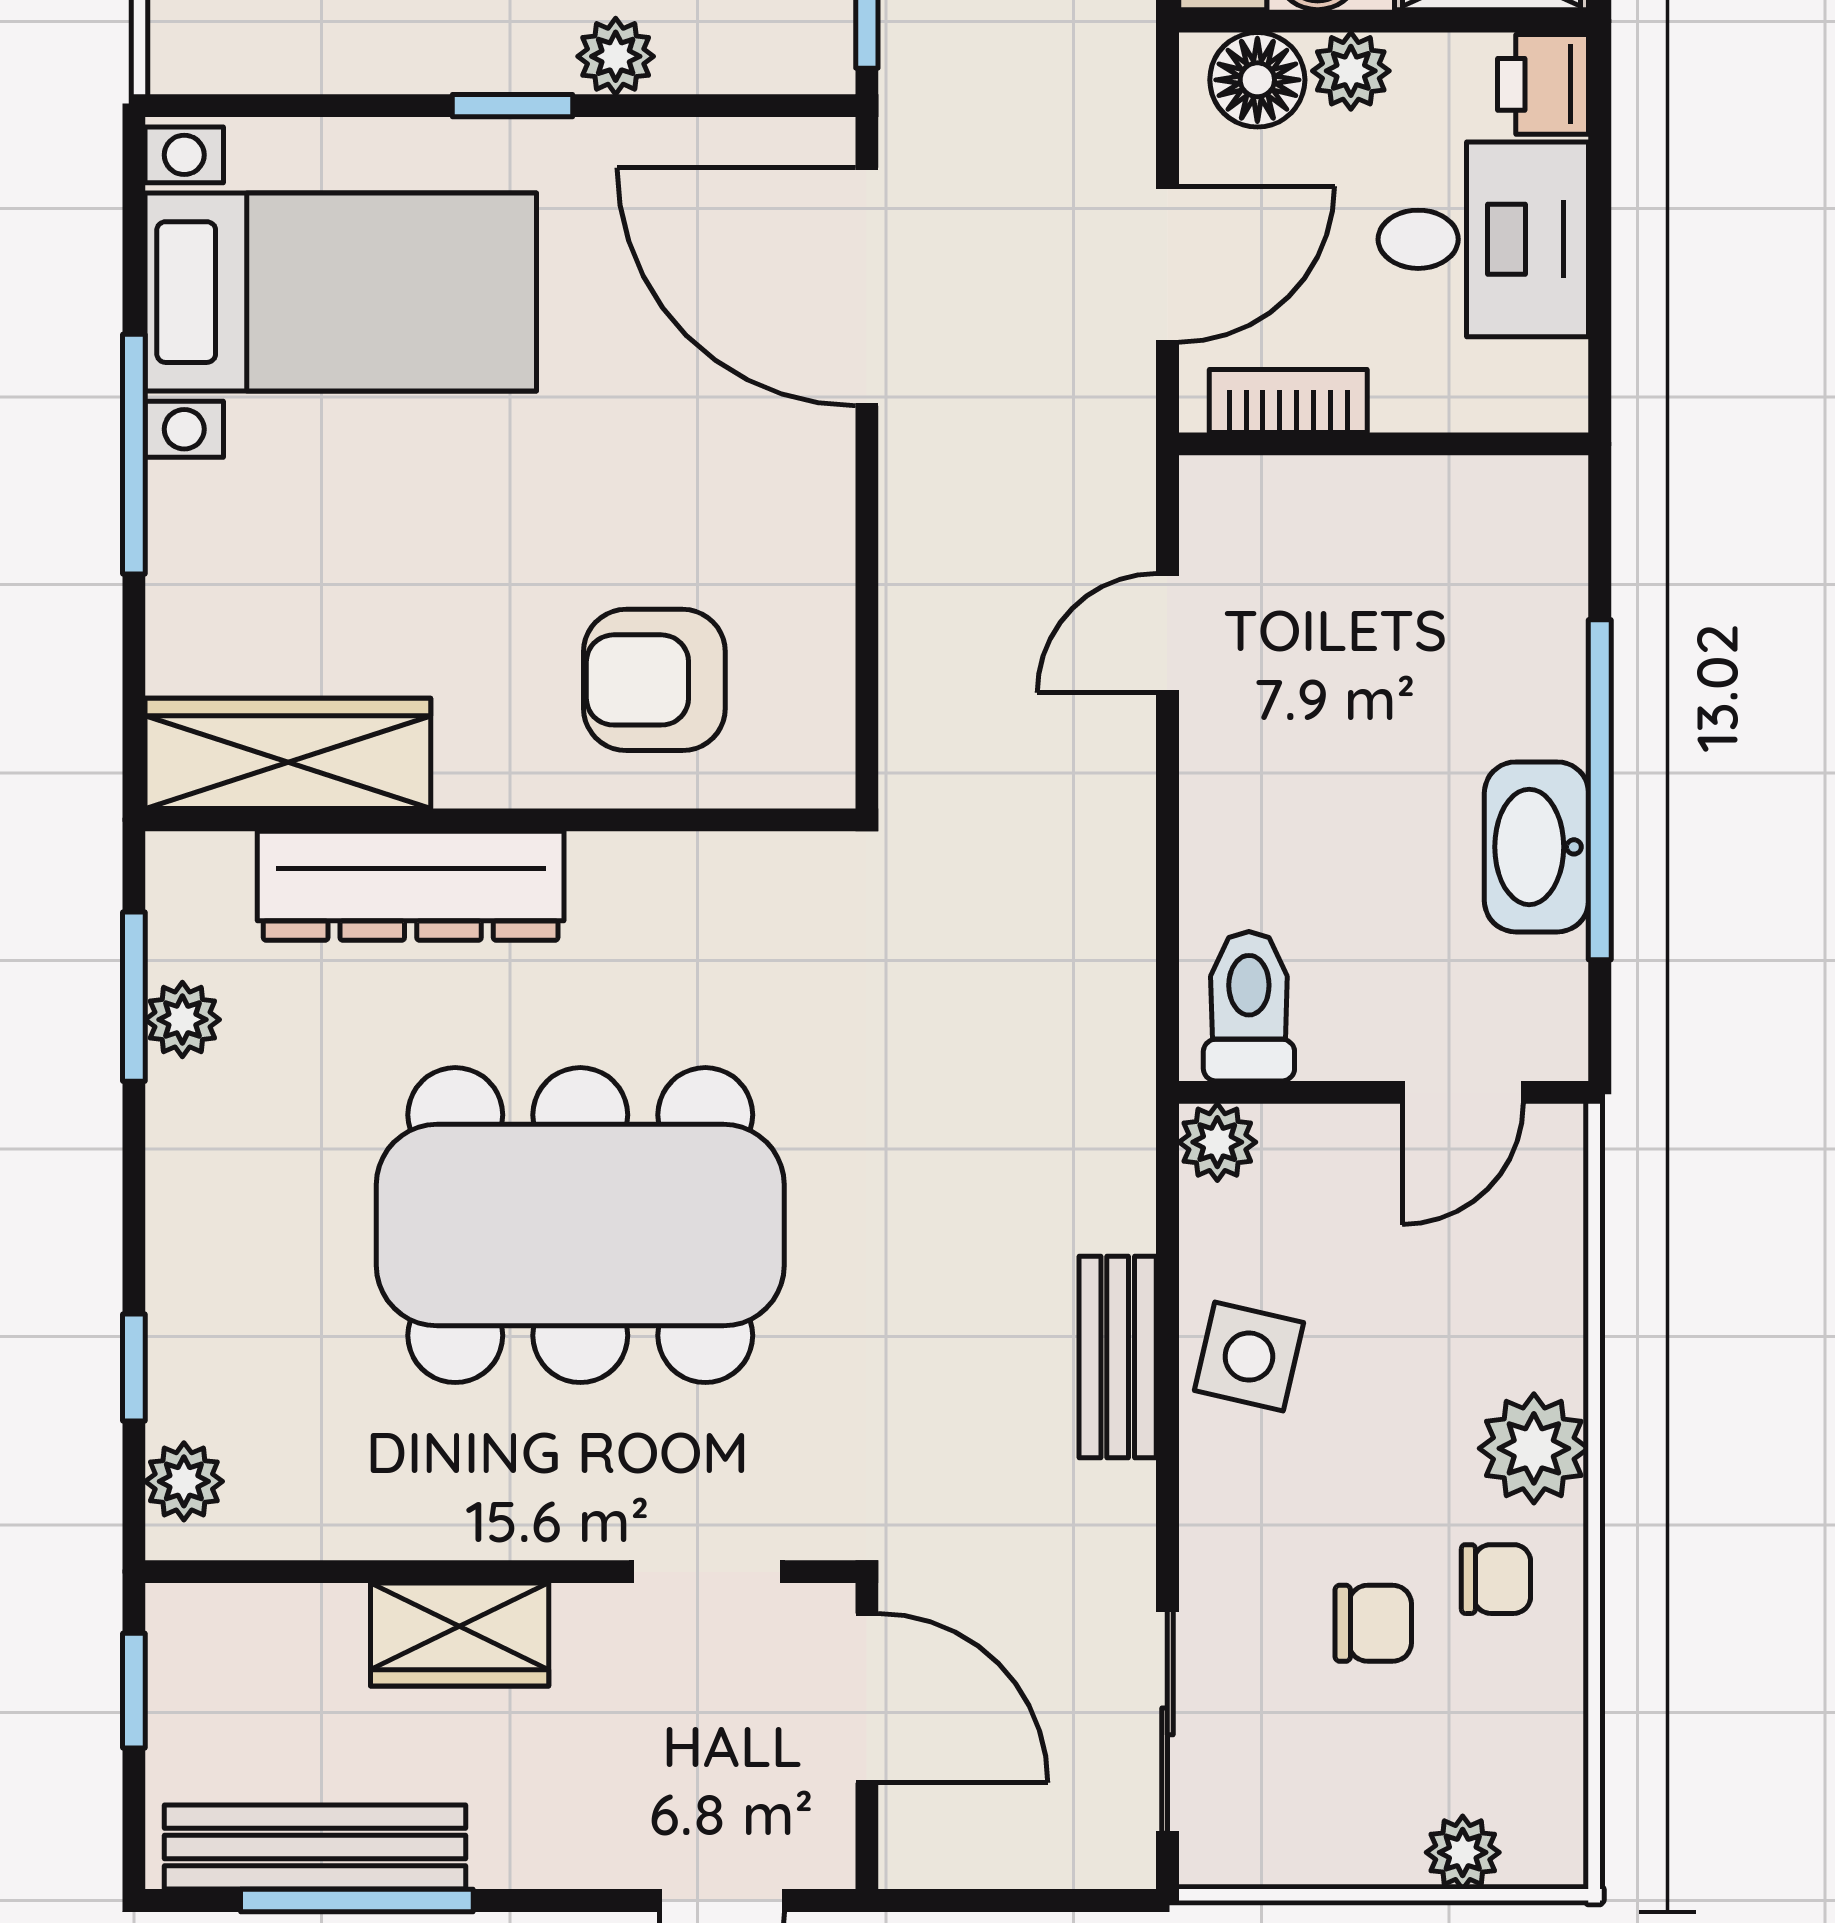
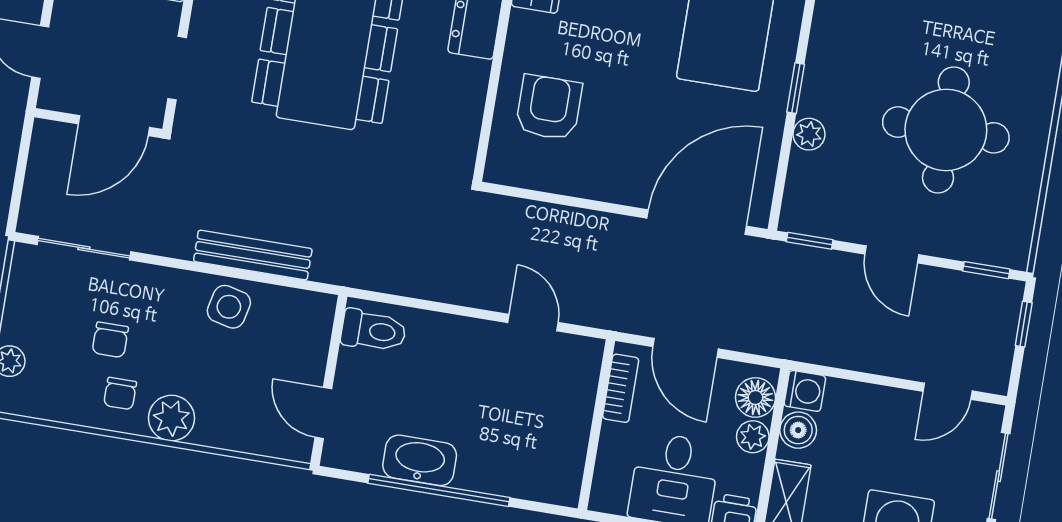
plant: (1217, 1142) -> (320, 308), removed
bench: (1118, 1357) -> (253, 255), width x1.36

